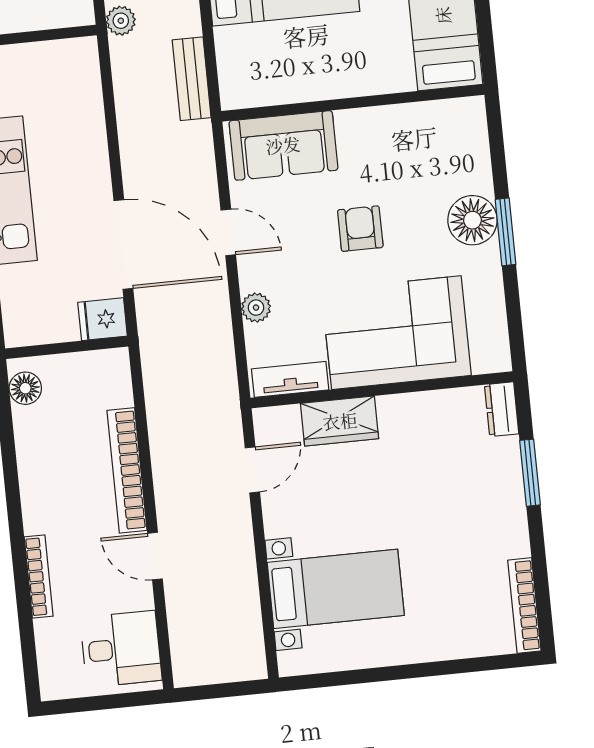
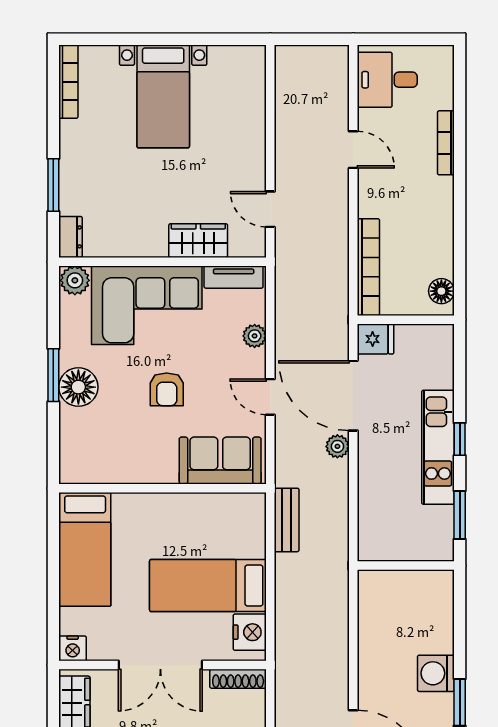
plant: (121, 21) -> (337, 446), moved
plant: (491, 355) -> (75, 280), added
bookcase: (127, 470) -> (368, 267), moved
door: (252, 470) -> (270, 209), hinge flipped
bed with nightstands: (336, 589) -> (163, 96), moved, turned -90

